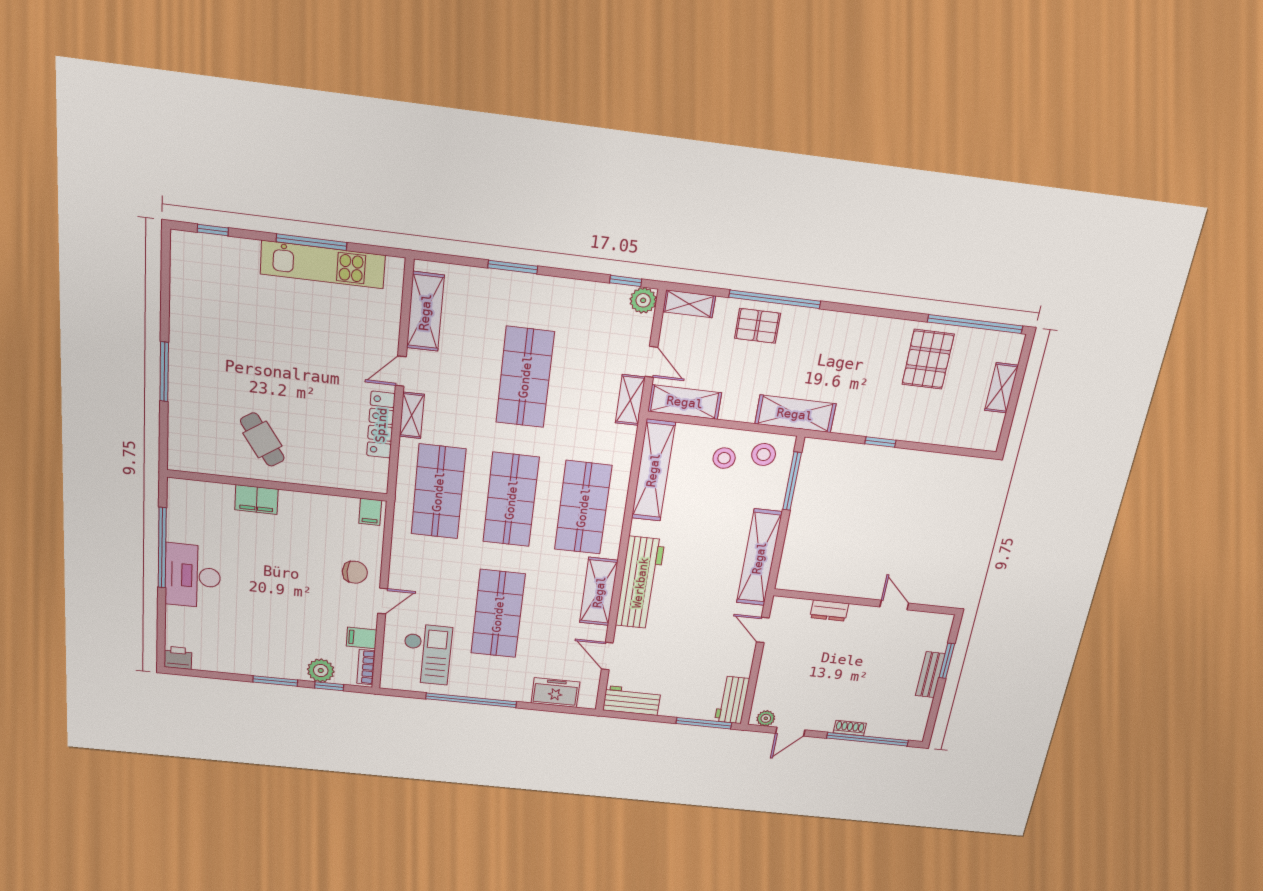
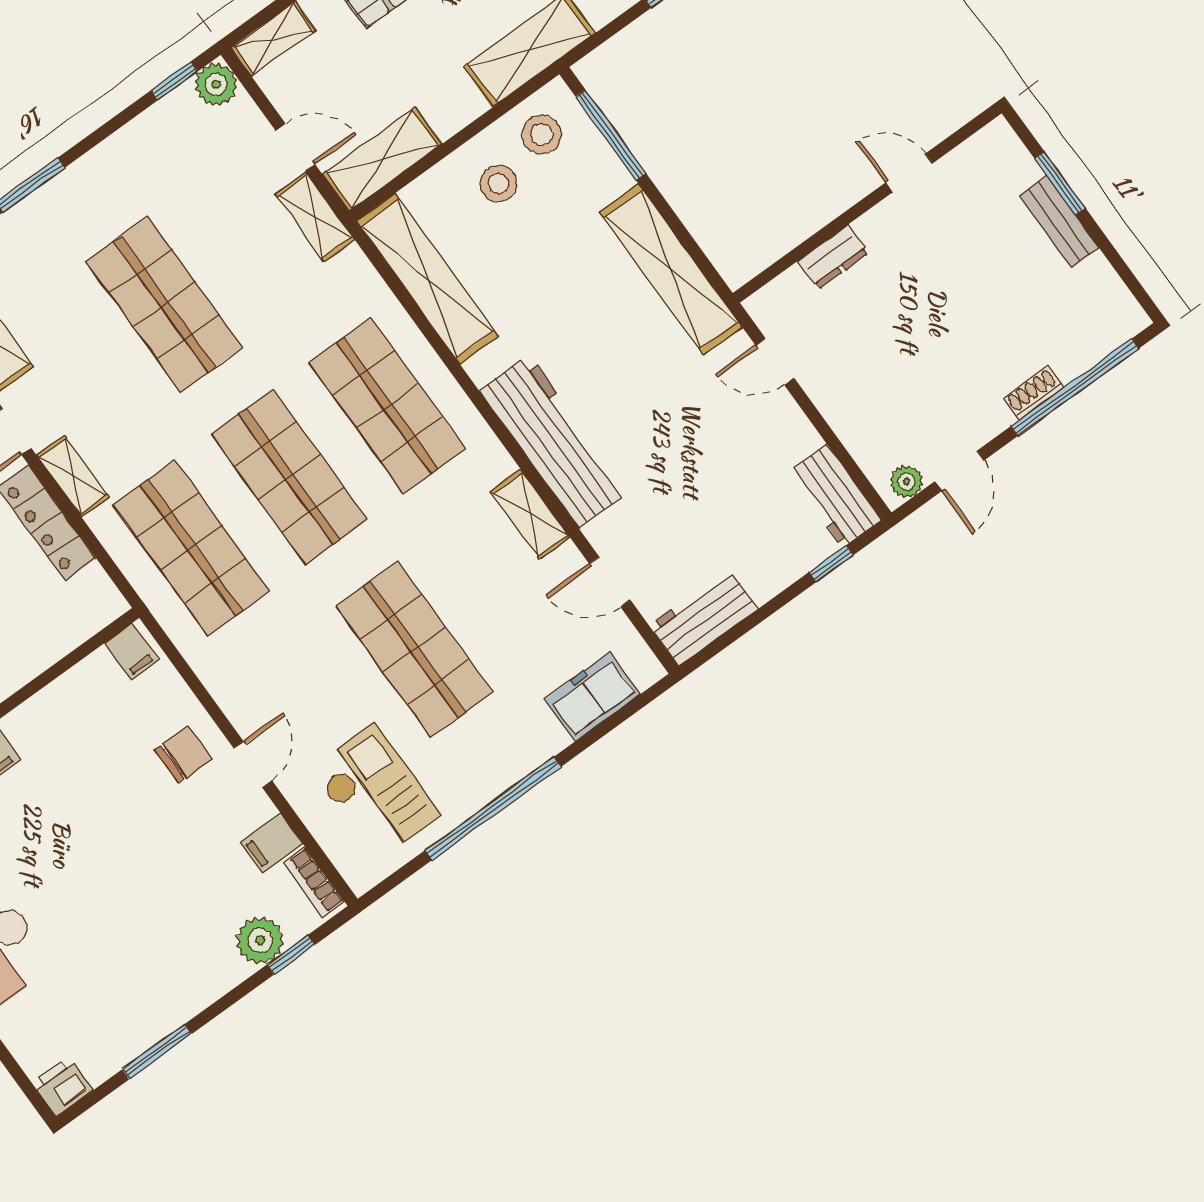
shelving: (599, 592) -> (530, 514), width x0.67, depth x0.75
window: (275, 681) -> (157, 1052), moved
window: (704, 723) -> (831, 564), width x0.46

